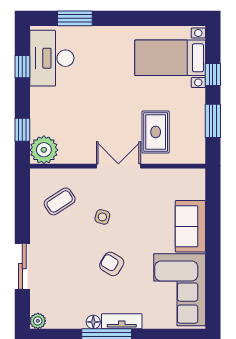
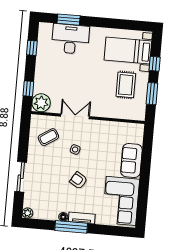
desk: (52, 58) -> (70, 39), moved, turned 90
rug: (156, 132) -> (126, 85), moved
double door: (118, 166) -> (75, 116), moved

